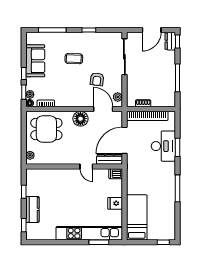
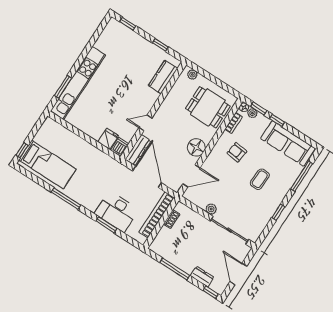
dresser: (170, 41) -> (202, 277), moved
sofa: (35, 61) -> (288, 143), width x1.36
armchair: (97, 79) -> (237, 152), moved
plant: (118, 97) -> (211, 209), moved
dining table: (46, 129) -> (208, 107), turned 90
fridge: (115, 203) -> (108, 139), moved
kitchen counter: (32, 209) -> (163, 77), moved, turned 90
bed: (137, 217) -> (47, 165), moved

